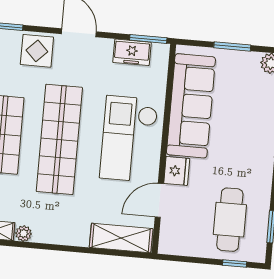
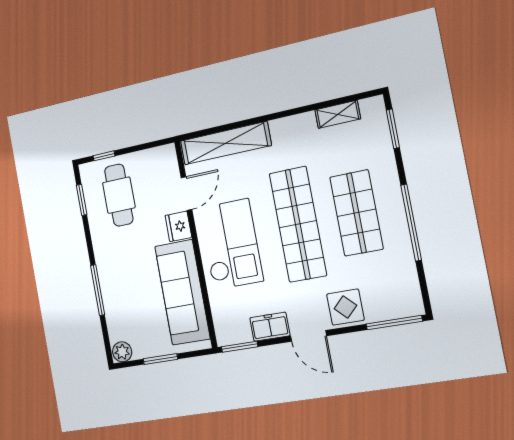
freezer: (132, 52) -> (270, 327), moved
plant: (24, 233) -> (307, 120), removed
shelving: (121, 238) -> (226, 143), width x1.47

